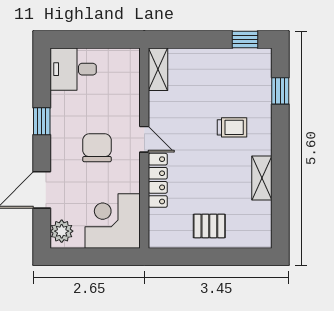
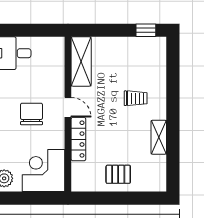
shelving: (158, 69) -> (81, 61), width x1.50, depth x1.33
window: (280, 91) -> (173, 70), removed

